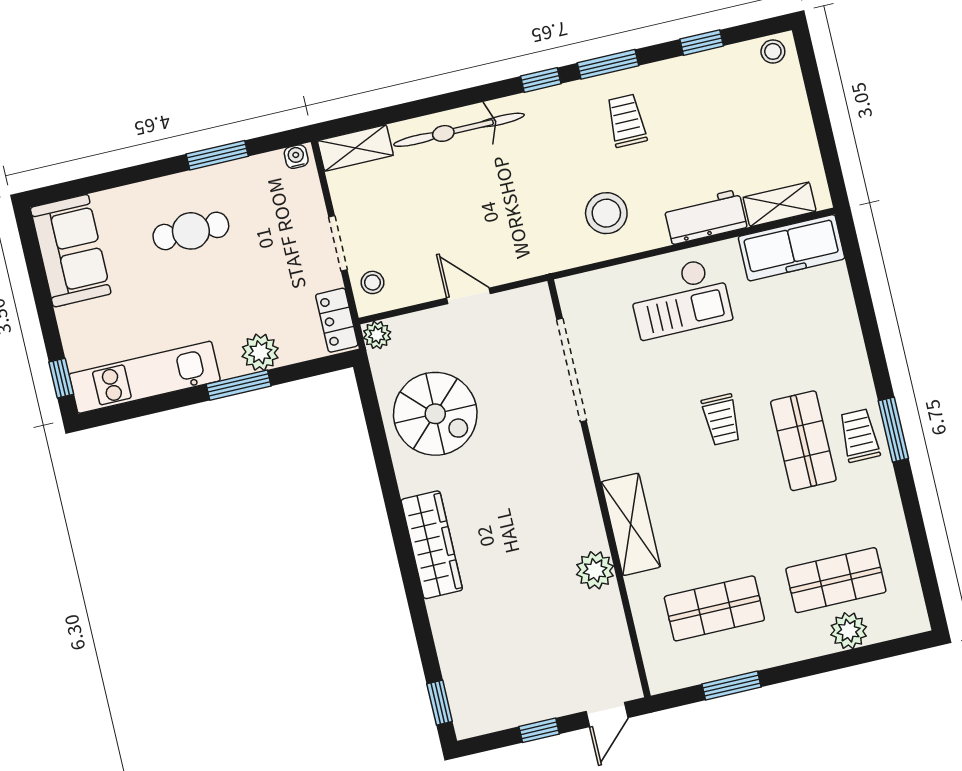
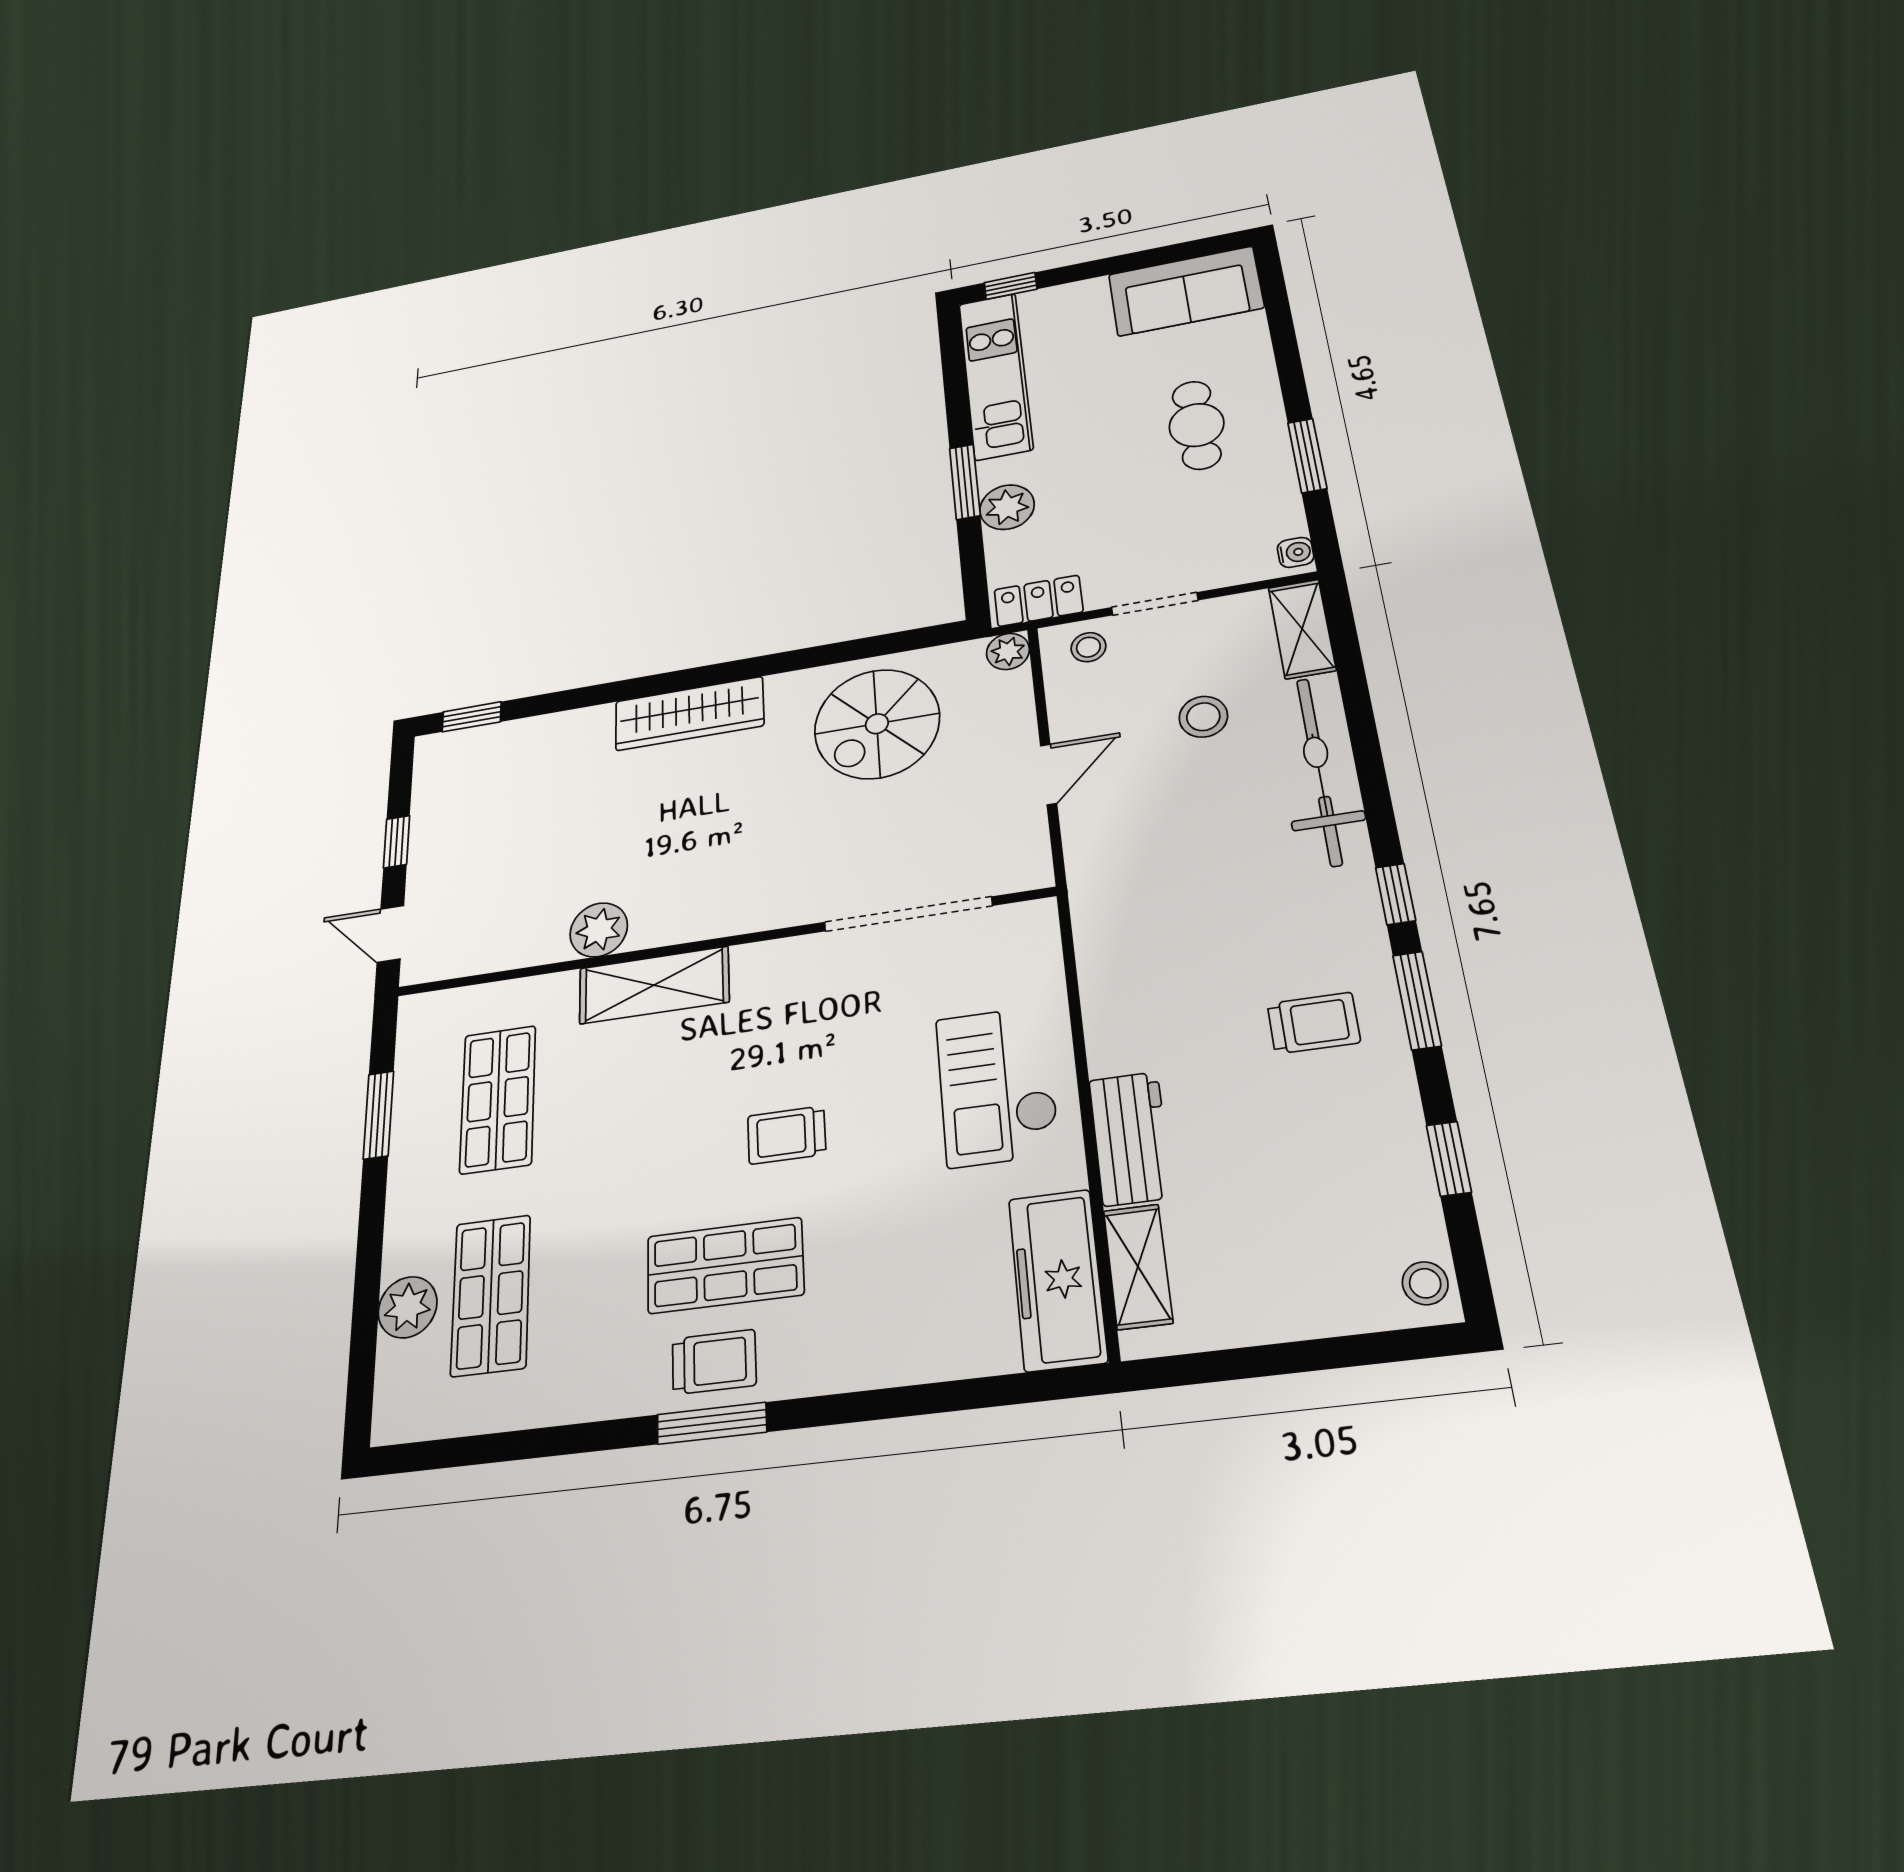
stool: (606, 213) -> (1203, 717), moved, width x0.73, depth x0.73

